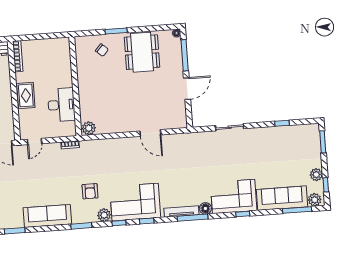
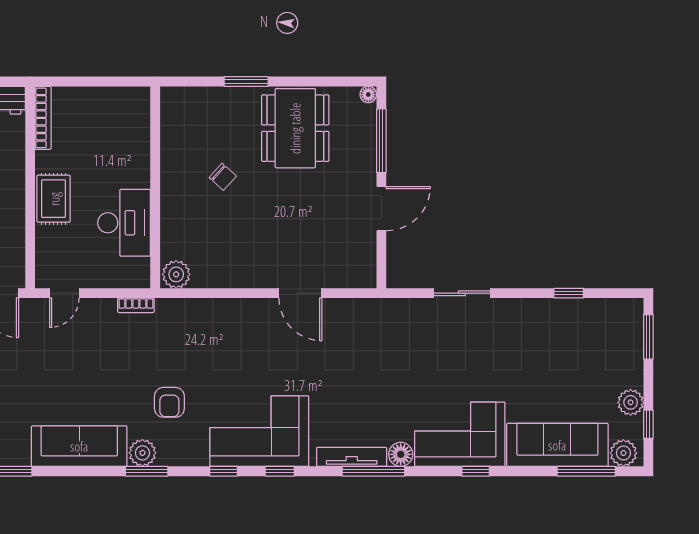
chair: (102, 50) -> (223, 177), moved
plant: (104, 215) -> (142, 453), moved

